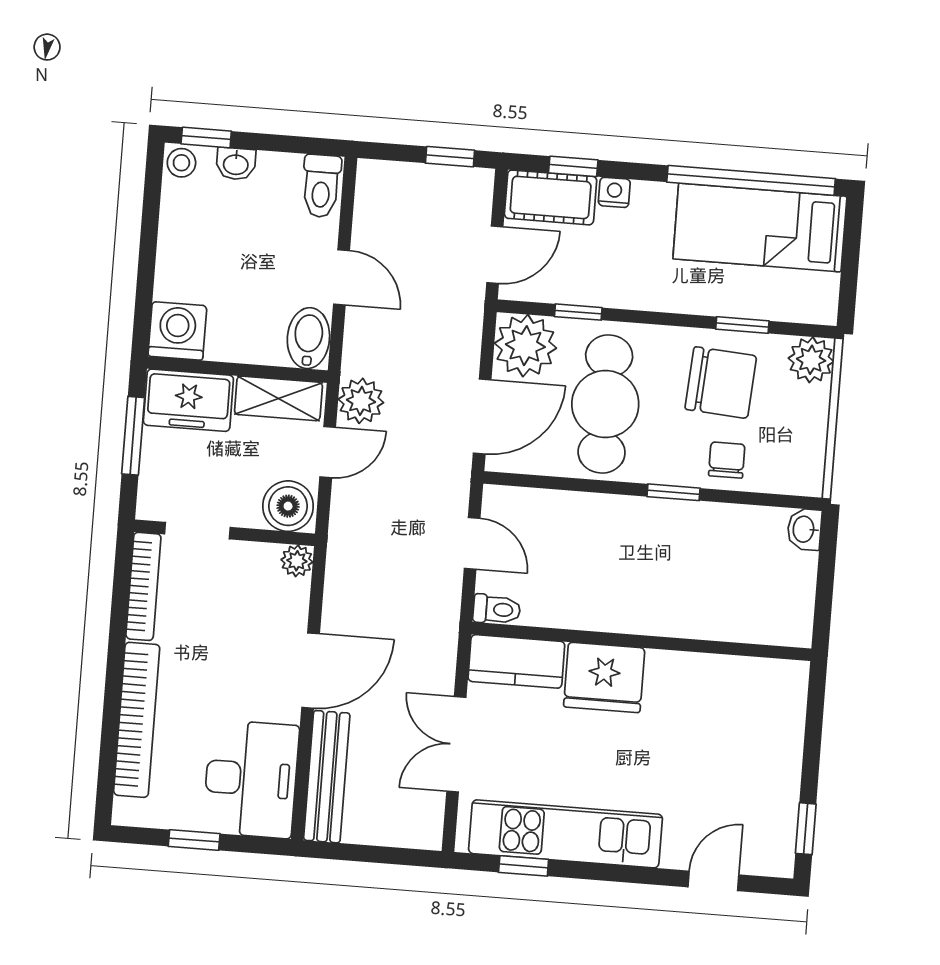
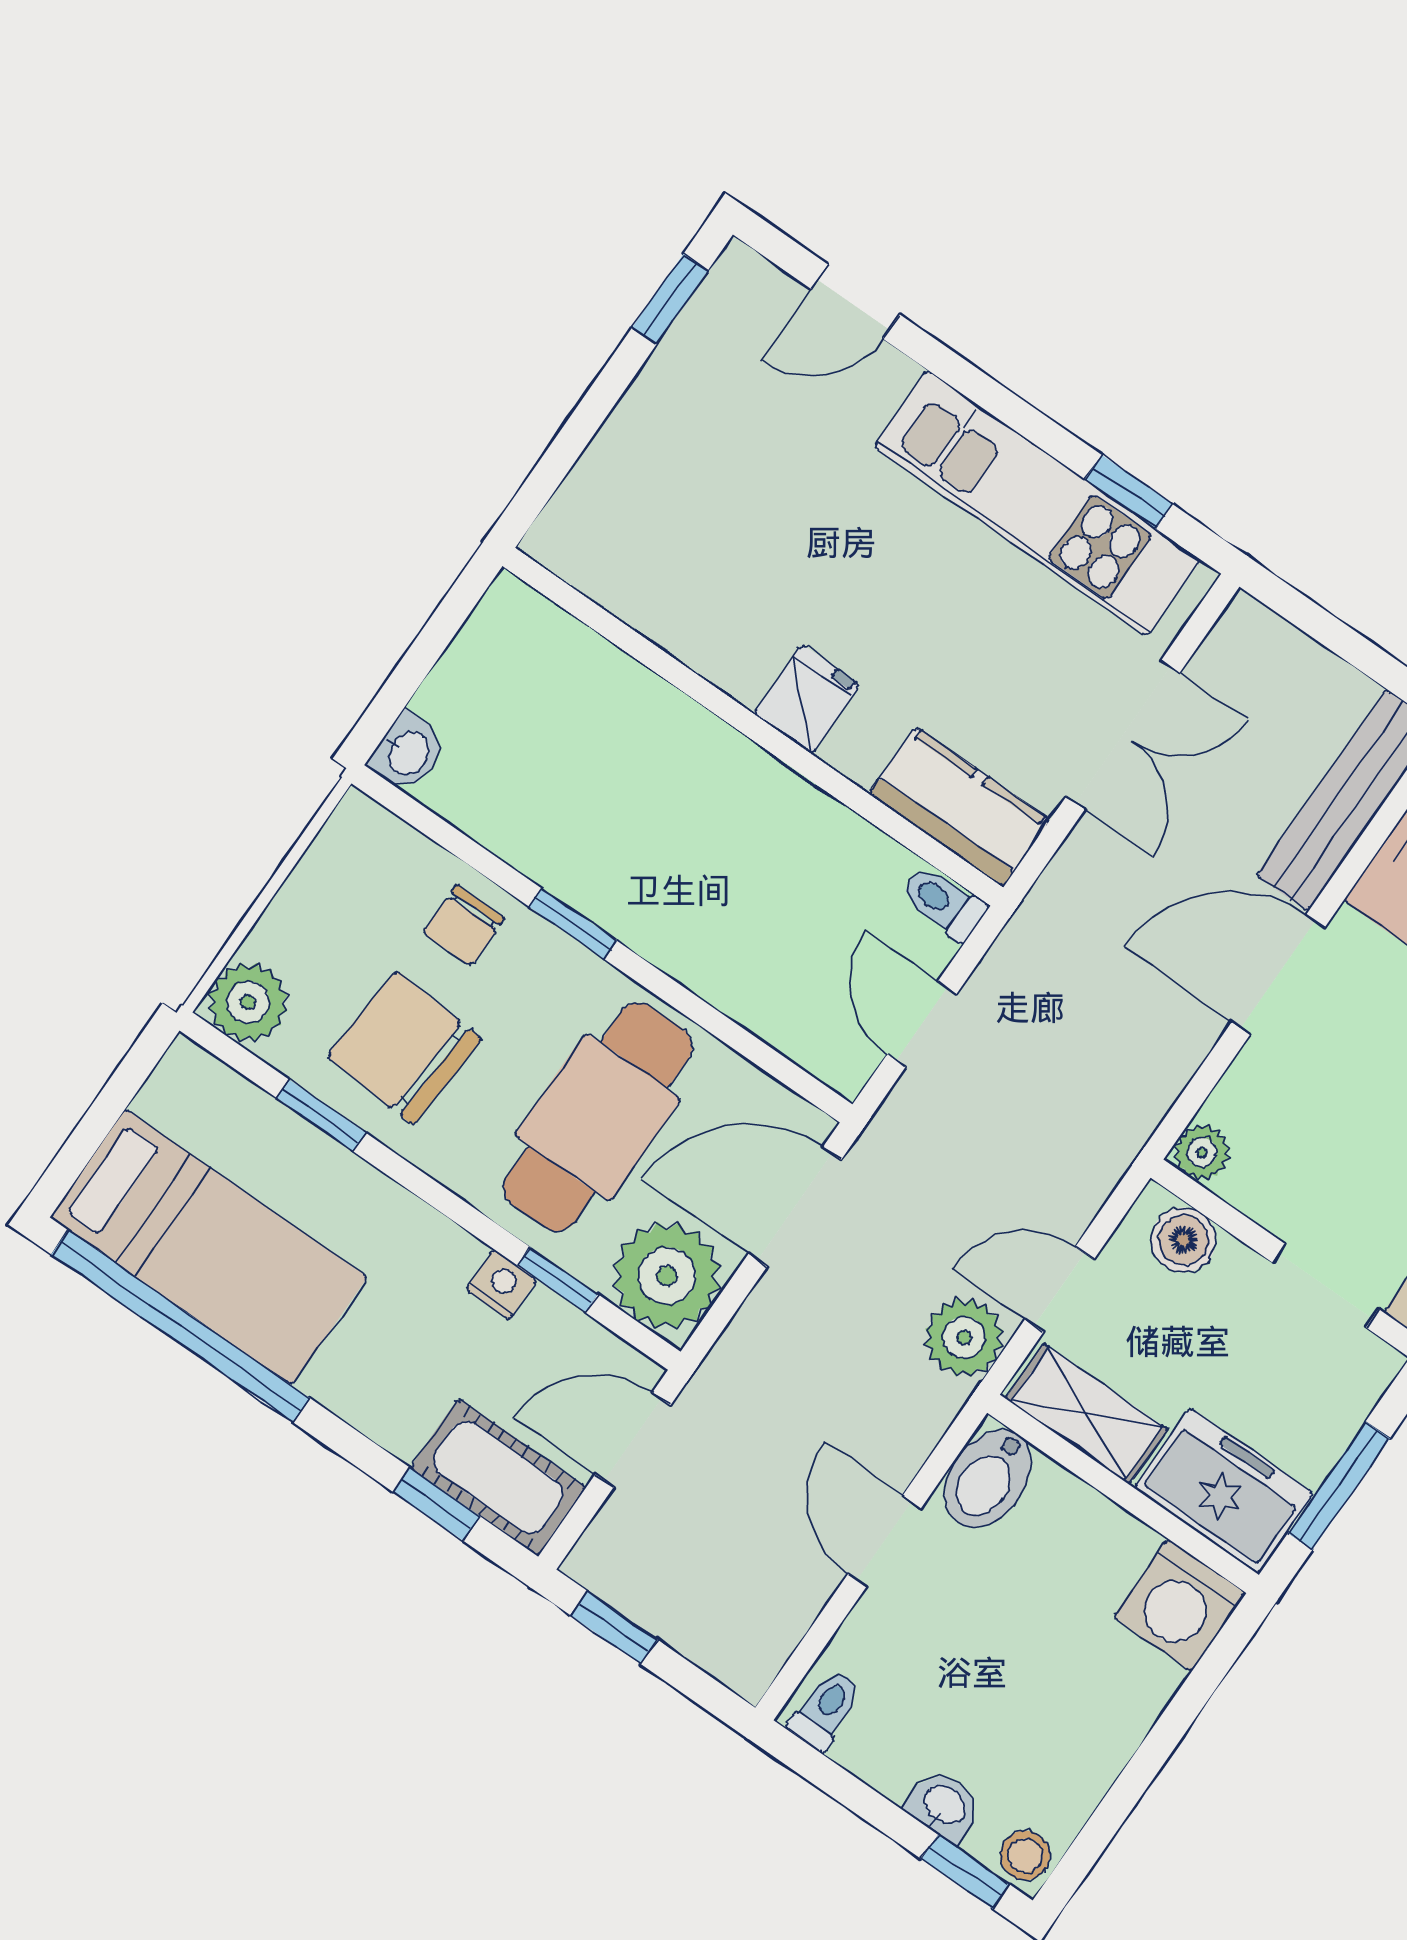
toilet: (321, 186) -> (826, 1709), width x0.73, depth x0.72
nightstand: (614, 192) -> (502, 1285), moved, turned 180
boiler: (288, 506) -> (1183, 1240), width x0.73, depth x0.73
fridge: (604, 677) -> (807, 699), width x0.53, depth x0.75

